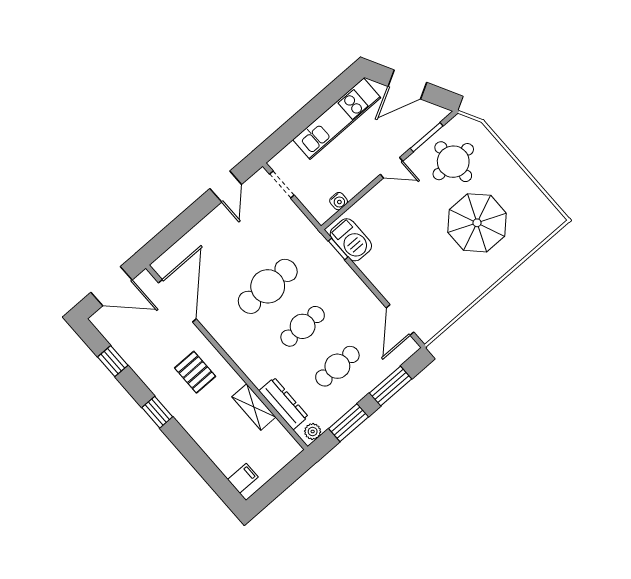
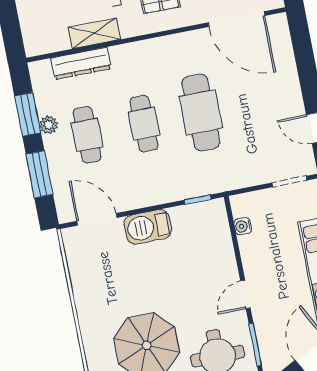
barbecue: (351, 240) -> (148, 227), moved
plant: (313, 432) -> (49, 125), moved

